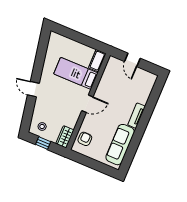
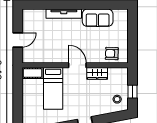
tv unit: (137, 116) -> (64, 14), width x1.41
wardrobe: (65, 137) -> (97, 73), moved
sofa: (120, 145) -> (98, 18), width x0.73

